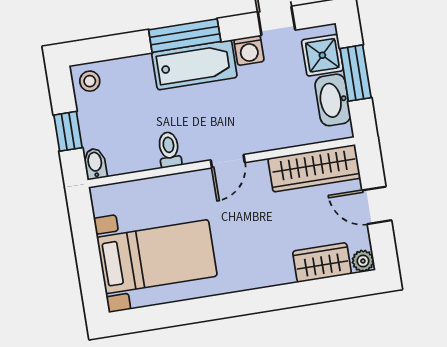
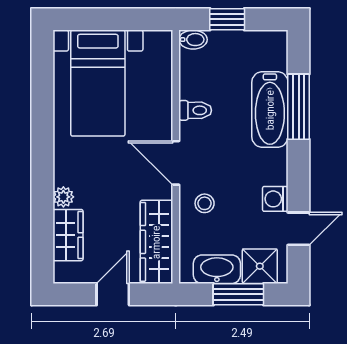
window: (185, 36) -> (299, 107), moved
bathtub: (194, 65) -> (270, 110), moved
stool: (90, 81) -> (205, 203), moved
door: (228, 161) -> (176, 163), width x1.38
plant: (363, 261) -> (63, 197), moved

